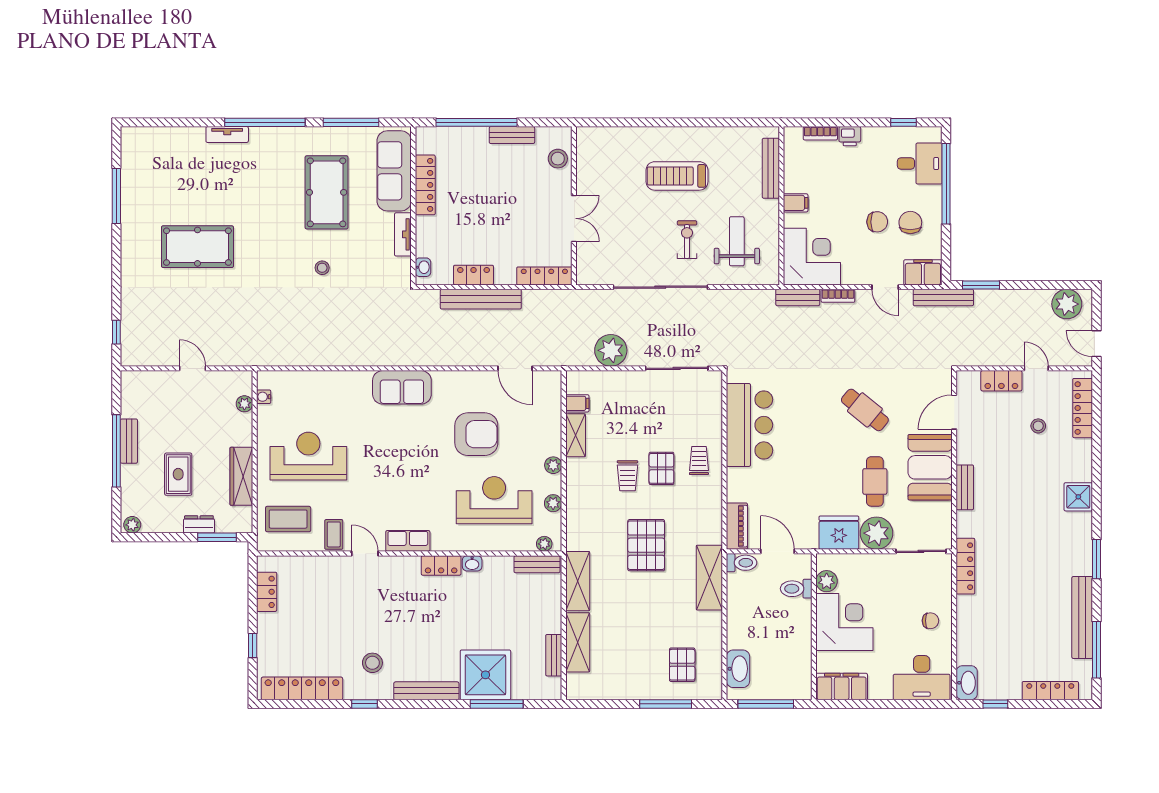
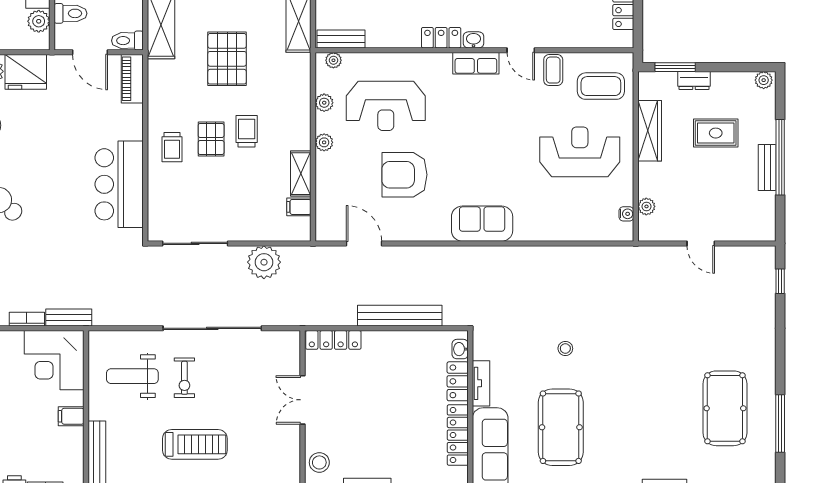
weight bench: (737, 241) -> (132, 376), turned 90
pool table: (197, 247) -> (725, 408), moved, turned 90
locker: (474, 275) -> (458, 381), moved, turned 90
reception desk: (308, 456) -> (580, 152), turned 180
rug: (178, 474) -> (716, 133), turned 90
washbasin: (472, 563) -> (473, 40), moved

